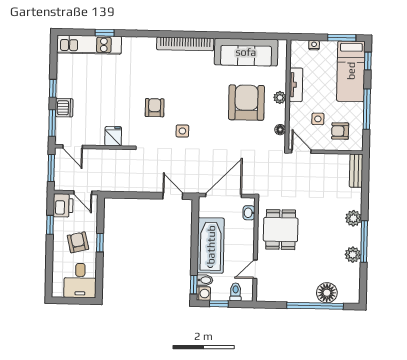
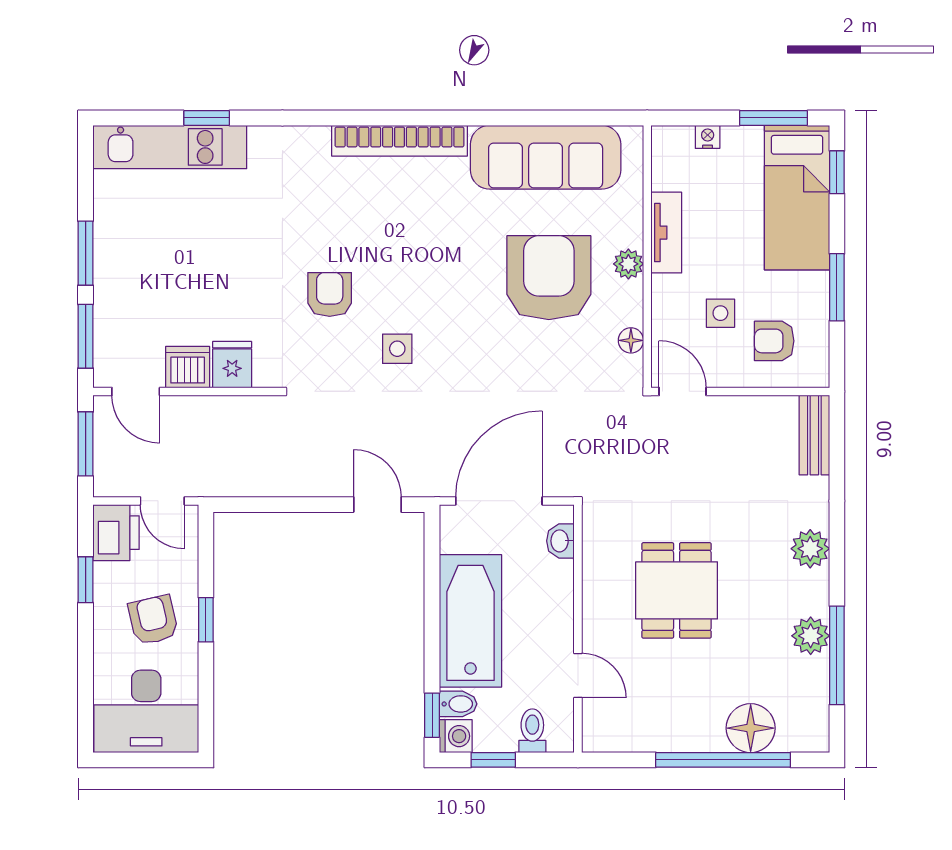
window: (53, 88) -> (86, 253), width x1.50
dishwasher: (64, 108) -> (188, 367), moved, turned -90
window: (367, 109) -> (837, 287), width x0.69
dining table: (281, 230) -> (677, 590), moved
window: (364, 242) -> (837, 655), moved
door: (255, 269) -> (578, 676), swing flipped
desk: (80, 281) -> (146, 711), width x1.37

